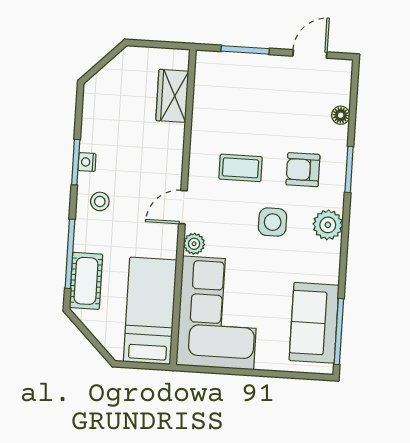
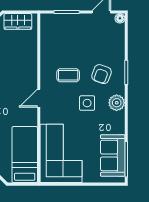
wardrobe: (172, 96) -> (18, 21), moved, turned -90
floor lamp: (341, 115) -> (120, 18), moved
armchair: (303, 170) -> (102, 74), turned -70
plant: (194, 244) -> (46, 117), removed

